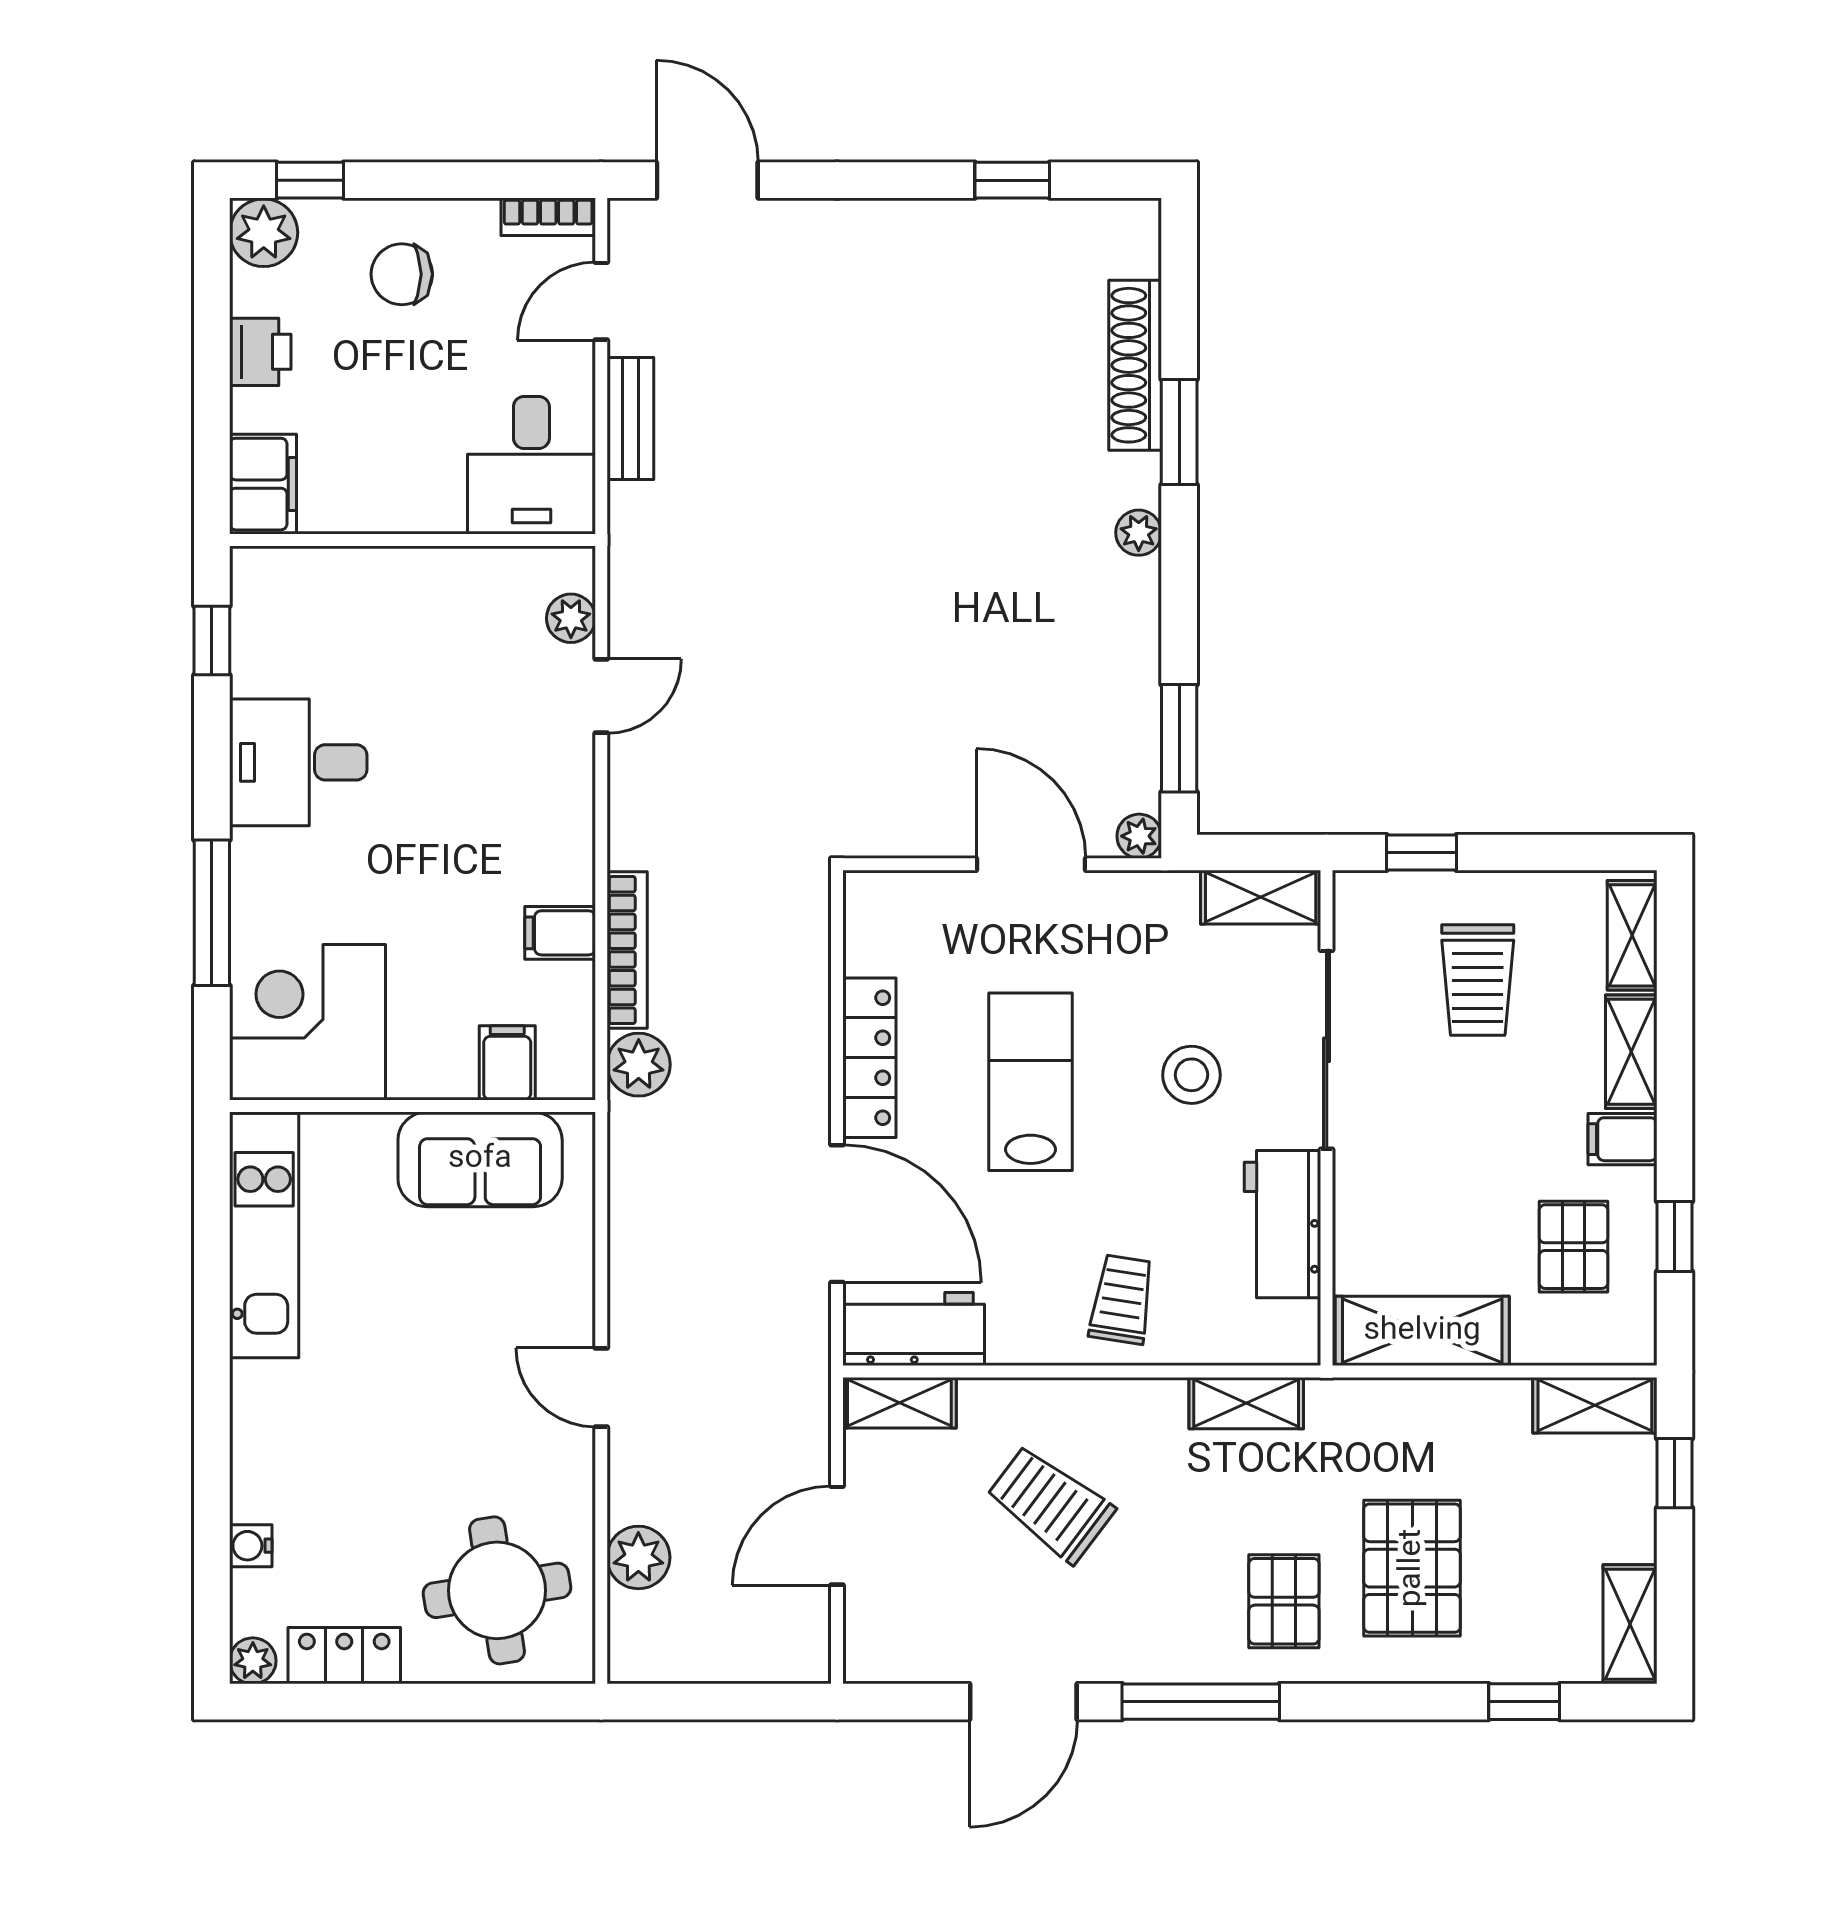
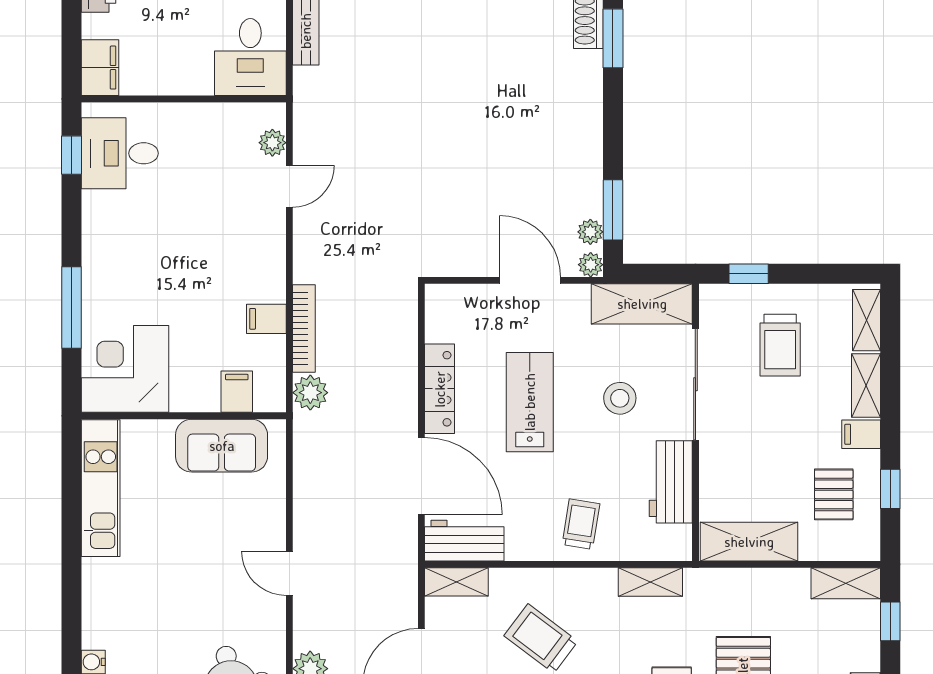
plant: (1139, 533) -> (590, 232), moved
desk: (298, 762) -> (120, 153), moved
shelving: (1261, 897) -> (642, 304), width x1.50, depth x1.33

